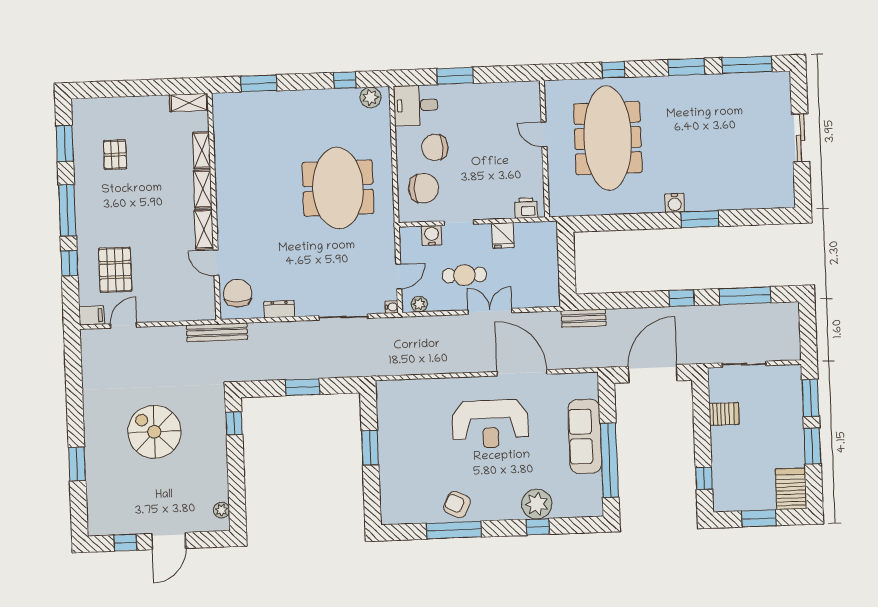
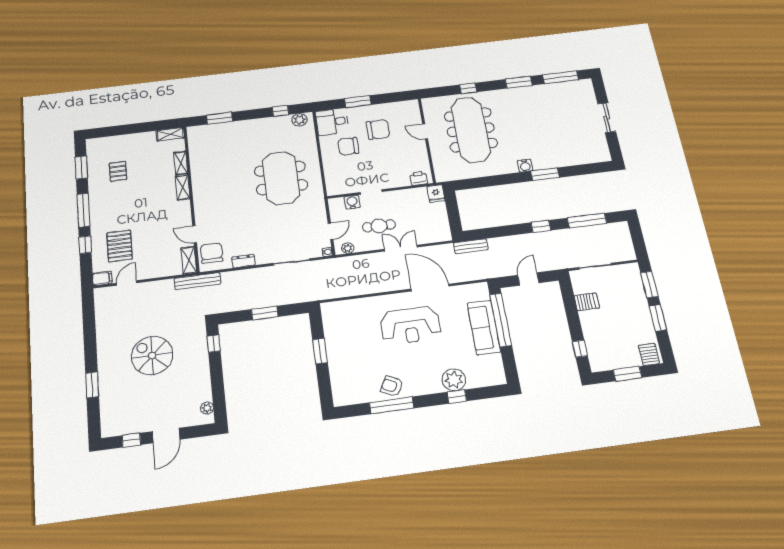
chair: (424, 188) -> (378, 129), moved
shelving: (204, 229) -> (189, 260), moved
fridge: (503, 235) -> (436, 193), moved
door: (653, 374) -> (528, 279), width x0.53
window: (609, 460) -> (501, 320), moved
server rack: (791, 489) -> (649, 354), width x0.73, depth x0.70

